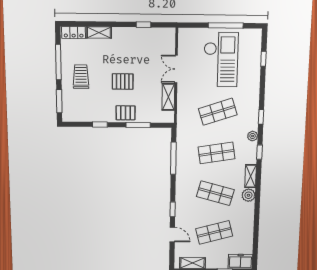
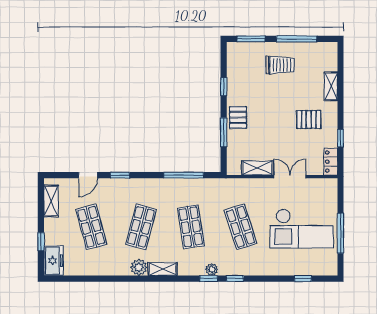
locker: (74, 33) -> (331, 162), moved
pallet: (123, 81) -> (309, 120), moved, turned 90
window: (259, 152) -> (209, 279), moved

